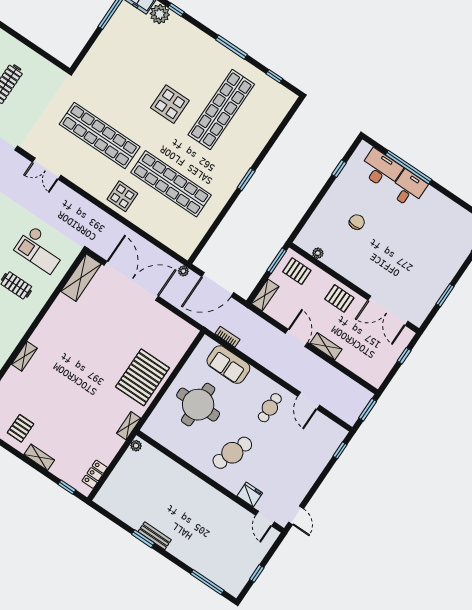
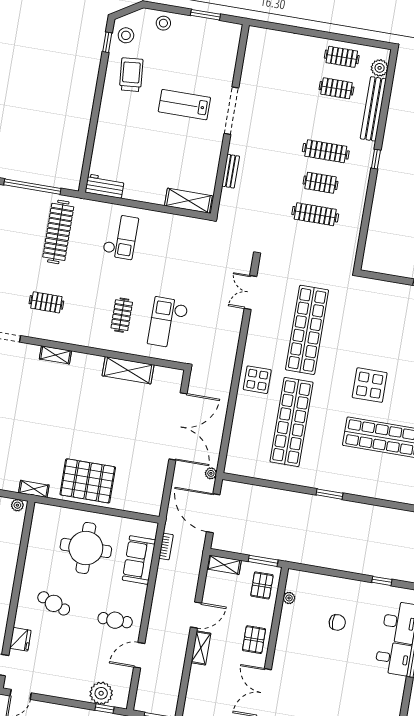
shelving: (81, 278) -> (128, 370), moved
plant: (326, 447) -> (101, 693), added
cafe table: (232, 453) -> (54, 603), width x0.73, depth x0.74

